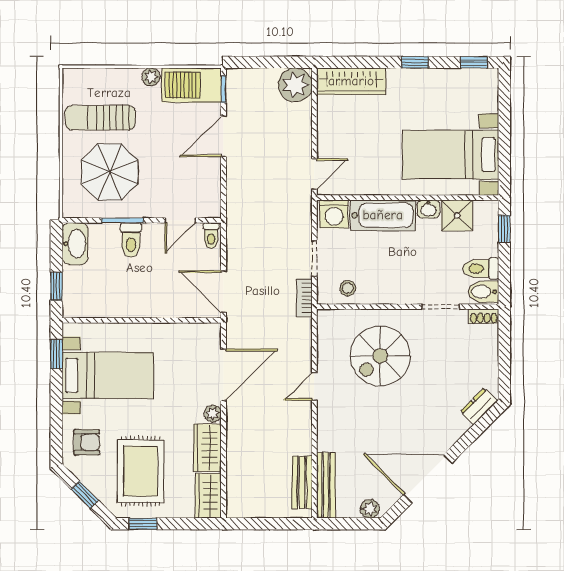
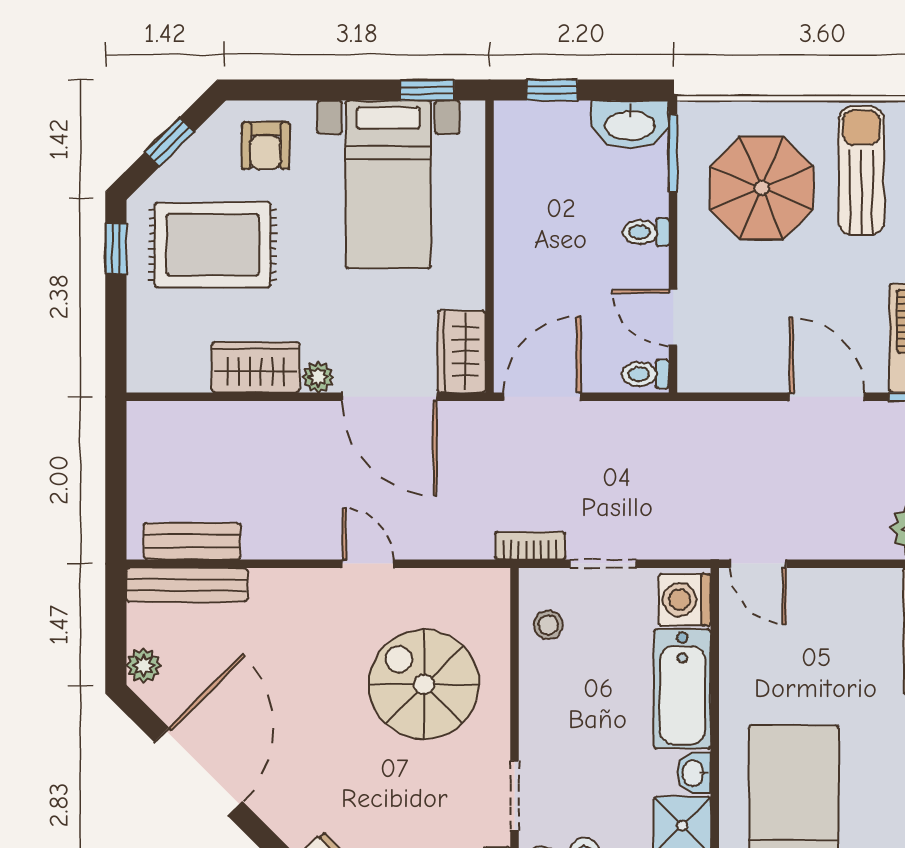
window: (122, 220) -> (673, 153), moved
toilet: (131, 240) -> (646, 232), width x0.73, depth x0.72
wardrobe: (208, 496) -> (461, 352), moved, turned -90

